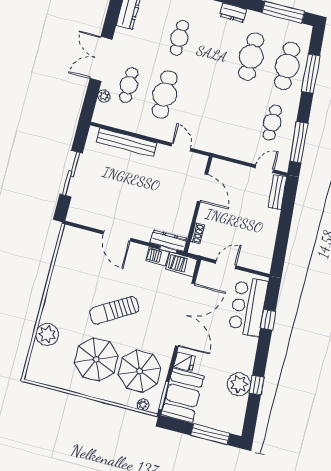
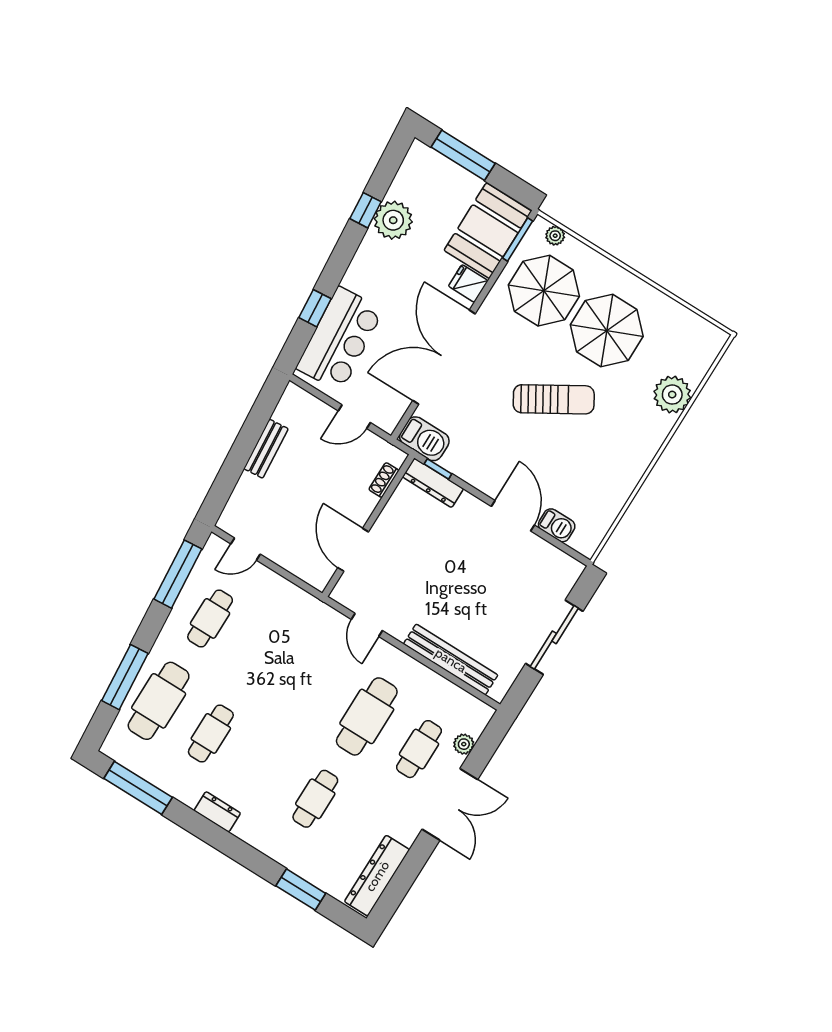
cafe table: (251, 57) -> (211, 733), width x0.73, depth x0.74
bench: (277, 192) -> (266, 449), moved
barbecue: (157, 256) -> (557, 525), moved

